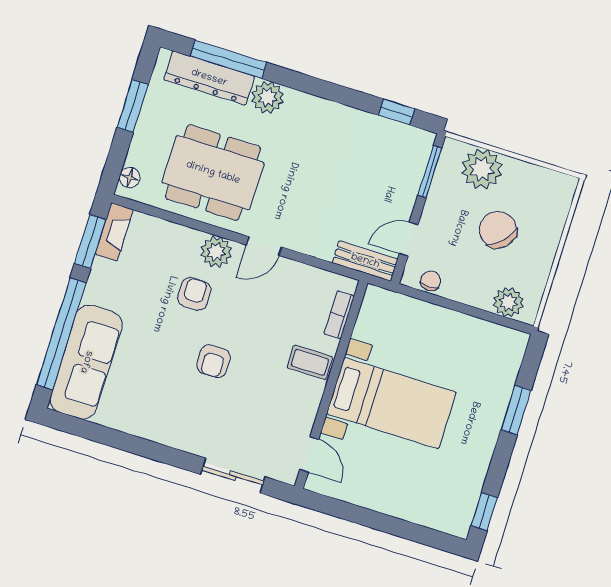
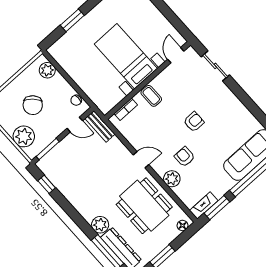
plant: (216, 252) -> (172, 179), moved
armchair: (194, 294) -> (185, 157), turned 90

